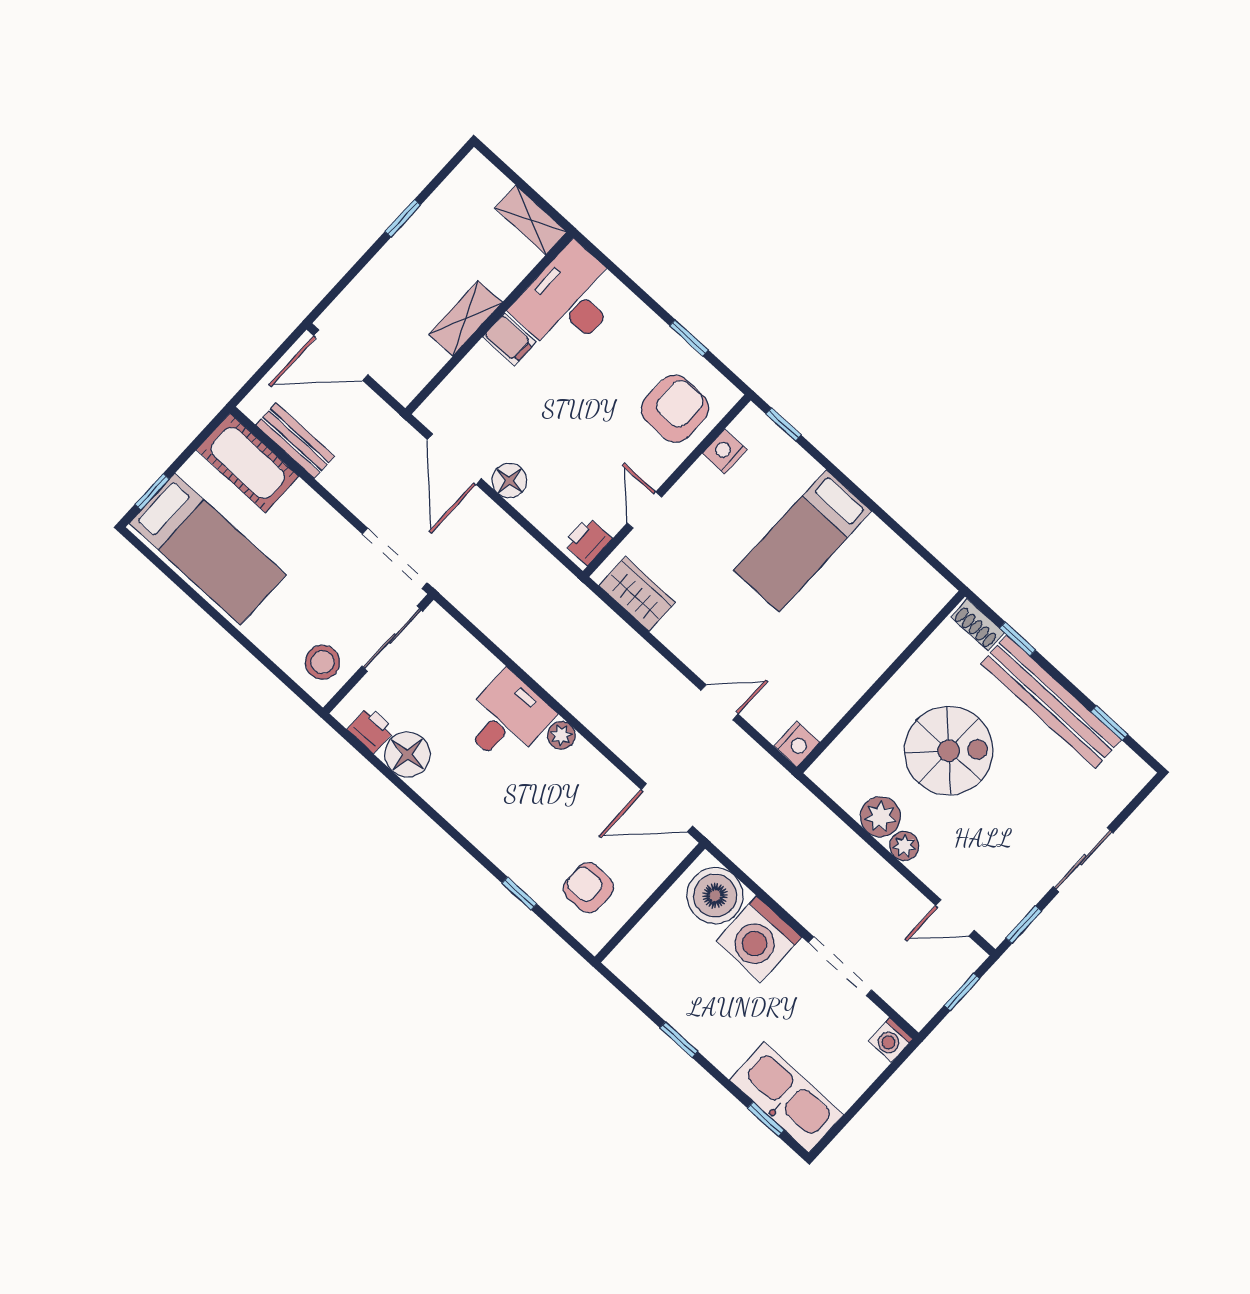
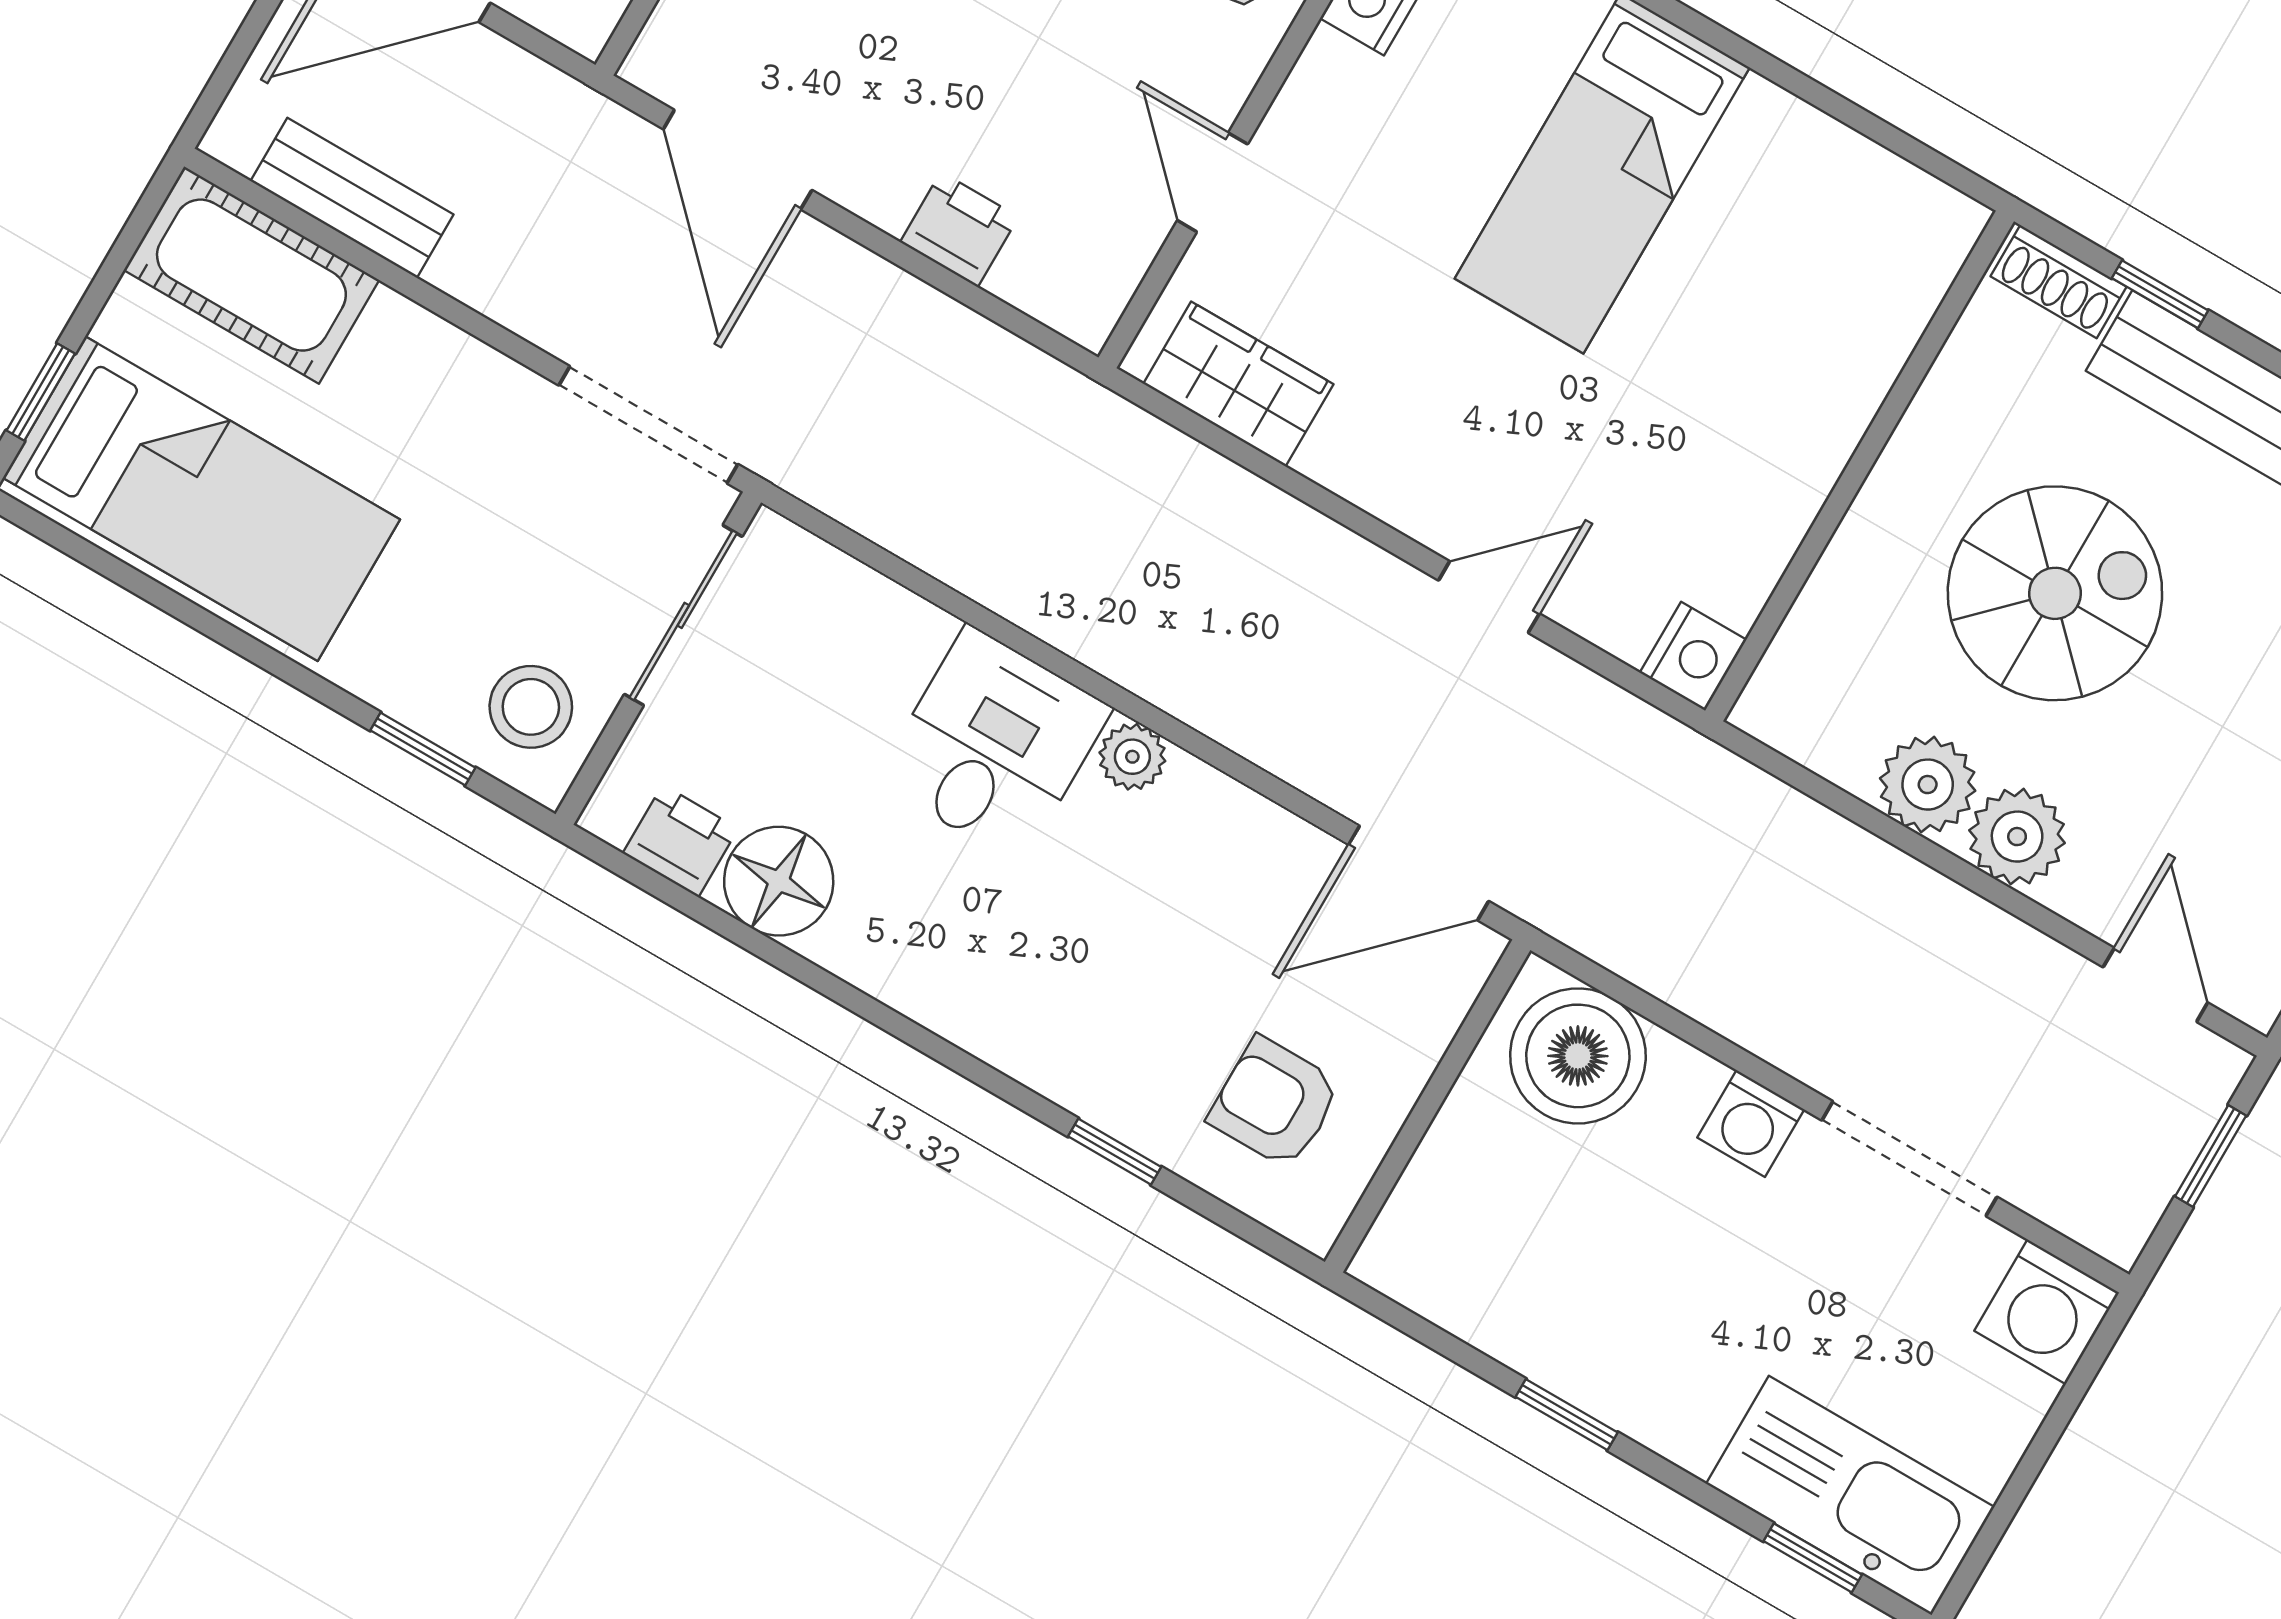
floor lamp: (510, 481) -> (879, 182), removed
printer: (588, 541) -> (959, 229), moved, turned 90
window: (275, 670) -> (423, 749), added
plant: (904, 846) -> (2017, 837), width x1.38, depth x1.38
door: (955, 918) -> (2155, 985), swing flipped
washing machine: (759, 939) -> (1751, 1124), width x0.53, depth x0.53
washing machine: (891, 1040) -> (2047, 1312), width x1.38, depth x1.38

